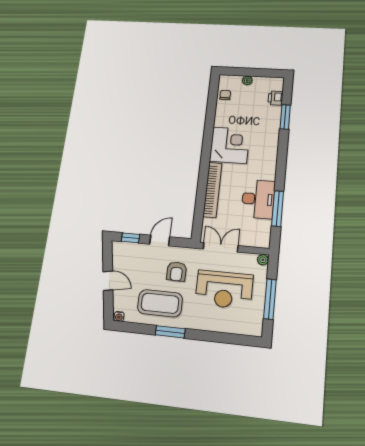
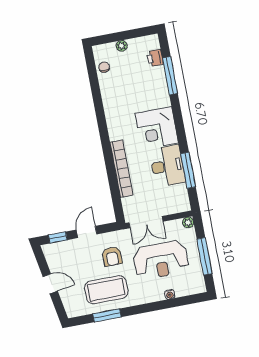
window: (285, 117) -> (170, 76), width x1.44
corner desk: (230, 145) -> (157, 128), moved, turned 180
double door: (221, 247) -> (146, 222), swing flipped
water cooler: (119, 316) -> (170, 294), moved
window: (170, 332) -> (107, 315), moved

